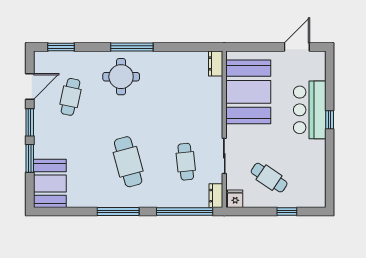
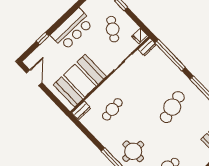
door: (297, 47) -> (34, 78), swing flipped
bar counter: (310, 110) -> (72, 29), moved
window: (330, 120) -> (42, 38), moved
cafe table: (186, 162) -> (112, 109), moved

